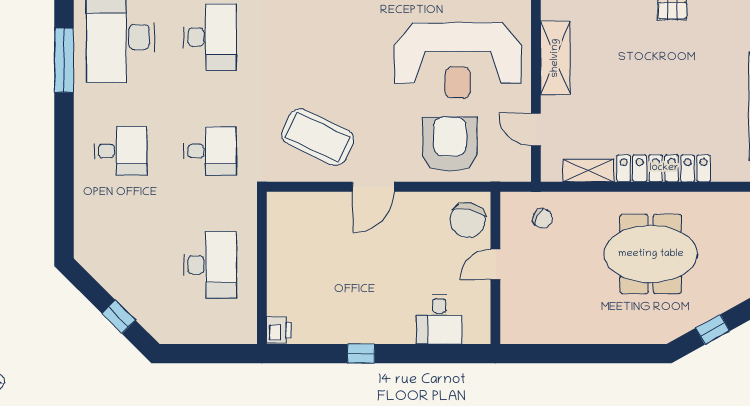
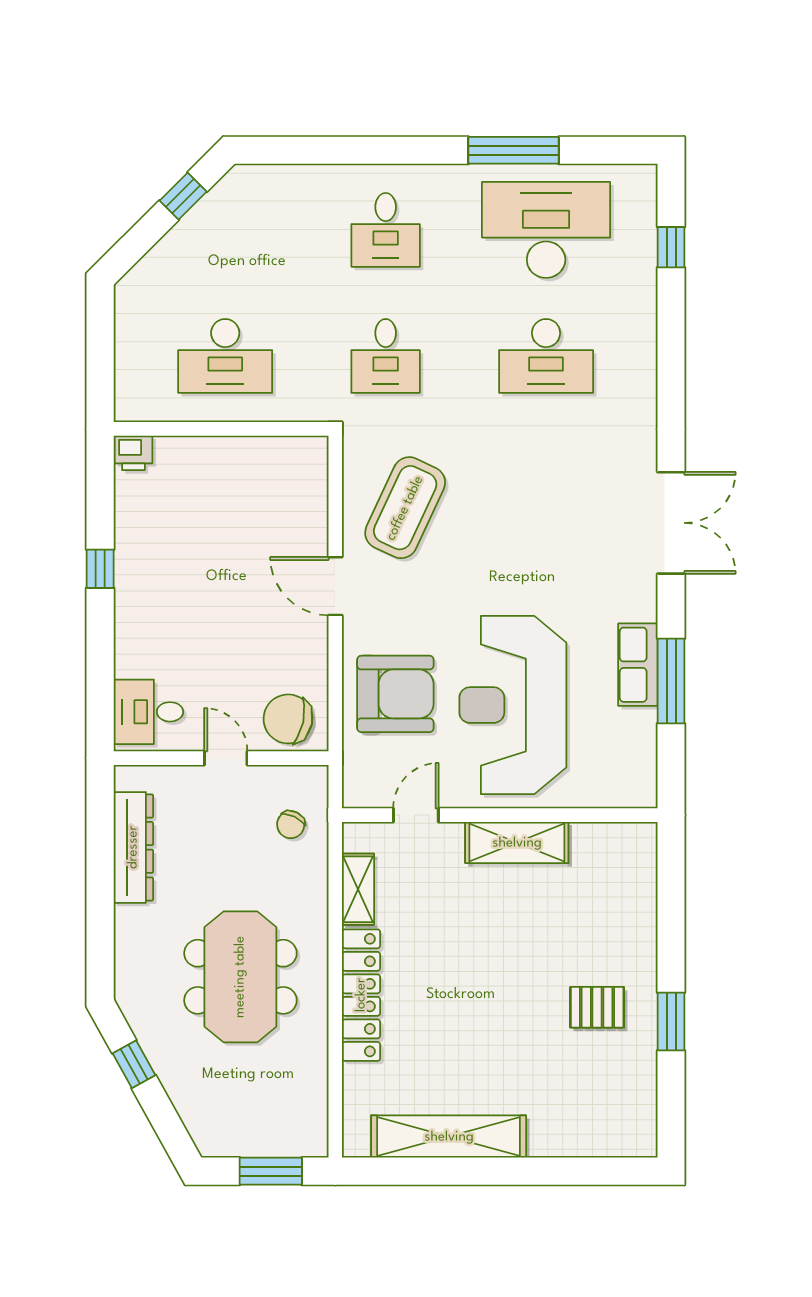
window: (119, 317) -> (183, 196), moved
desk: (439, 319) -> (148, 712), moved
dresser: (559, 330) -> (133, 847), added

